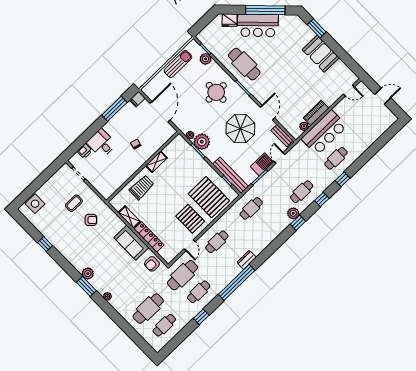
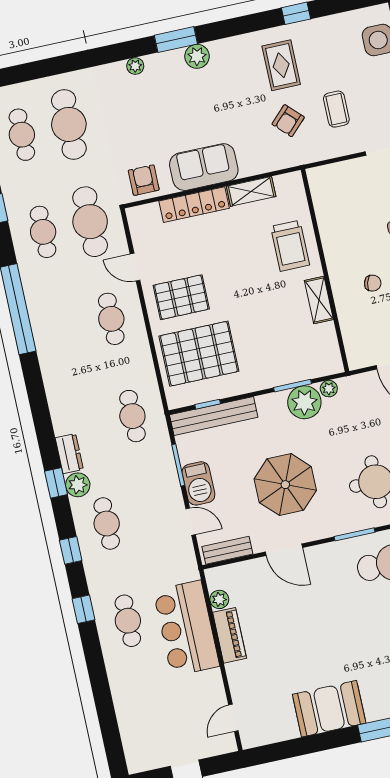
rug: (70, 237) -> (281, 65), added
dresser: (246, 260) -> (69, 454), moved

